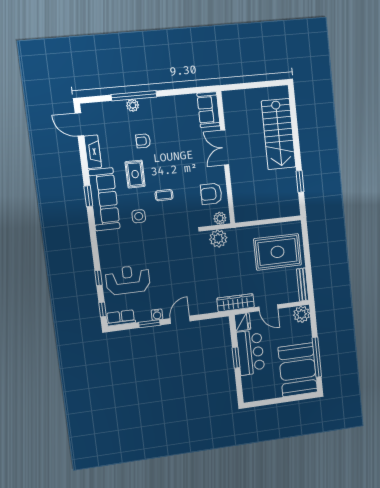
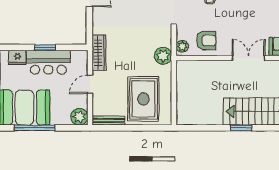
window: (300, 182) -> (241, 128), moved
armchair: (211, 194) -> (206, 40), turned 90
plant: (218, 239) -> (163, 56), moved
fridge: (242, 322) -> (17, 57), moved

